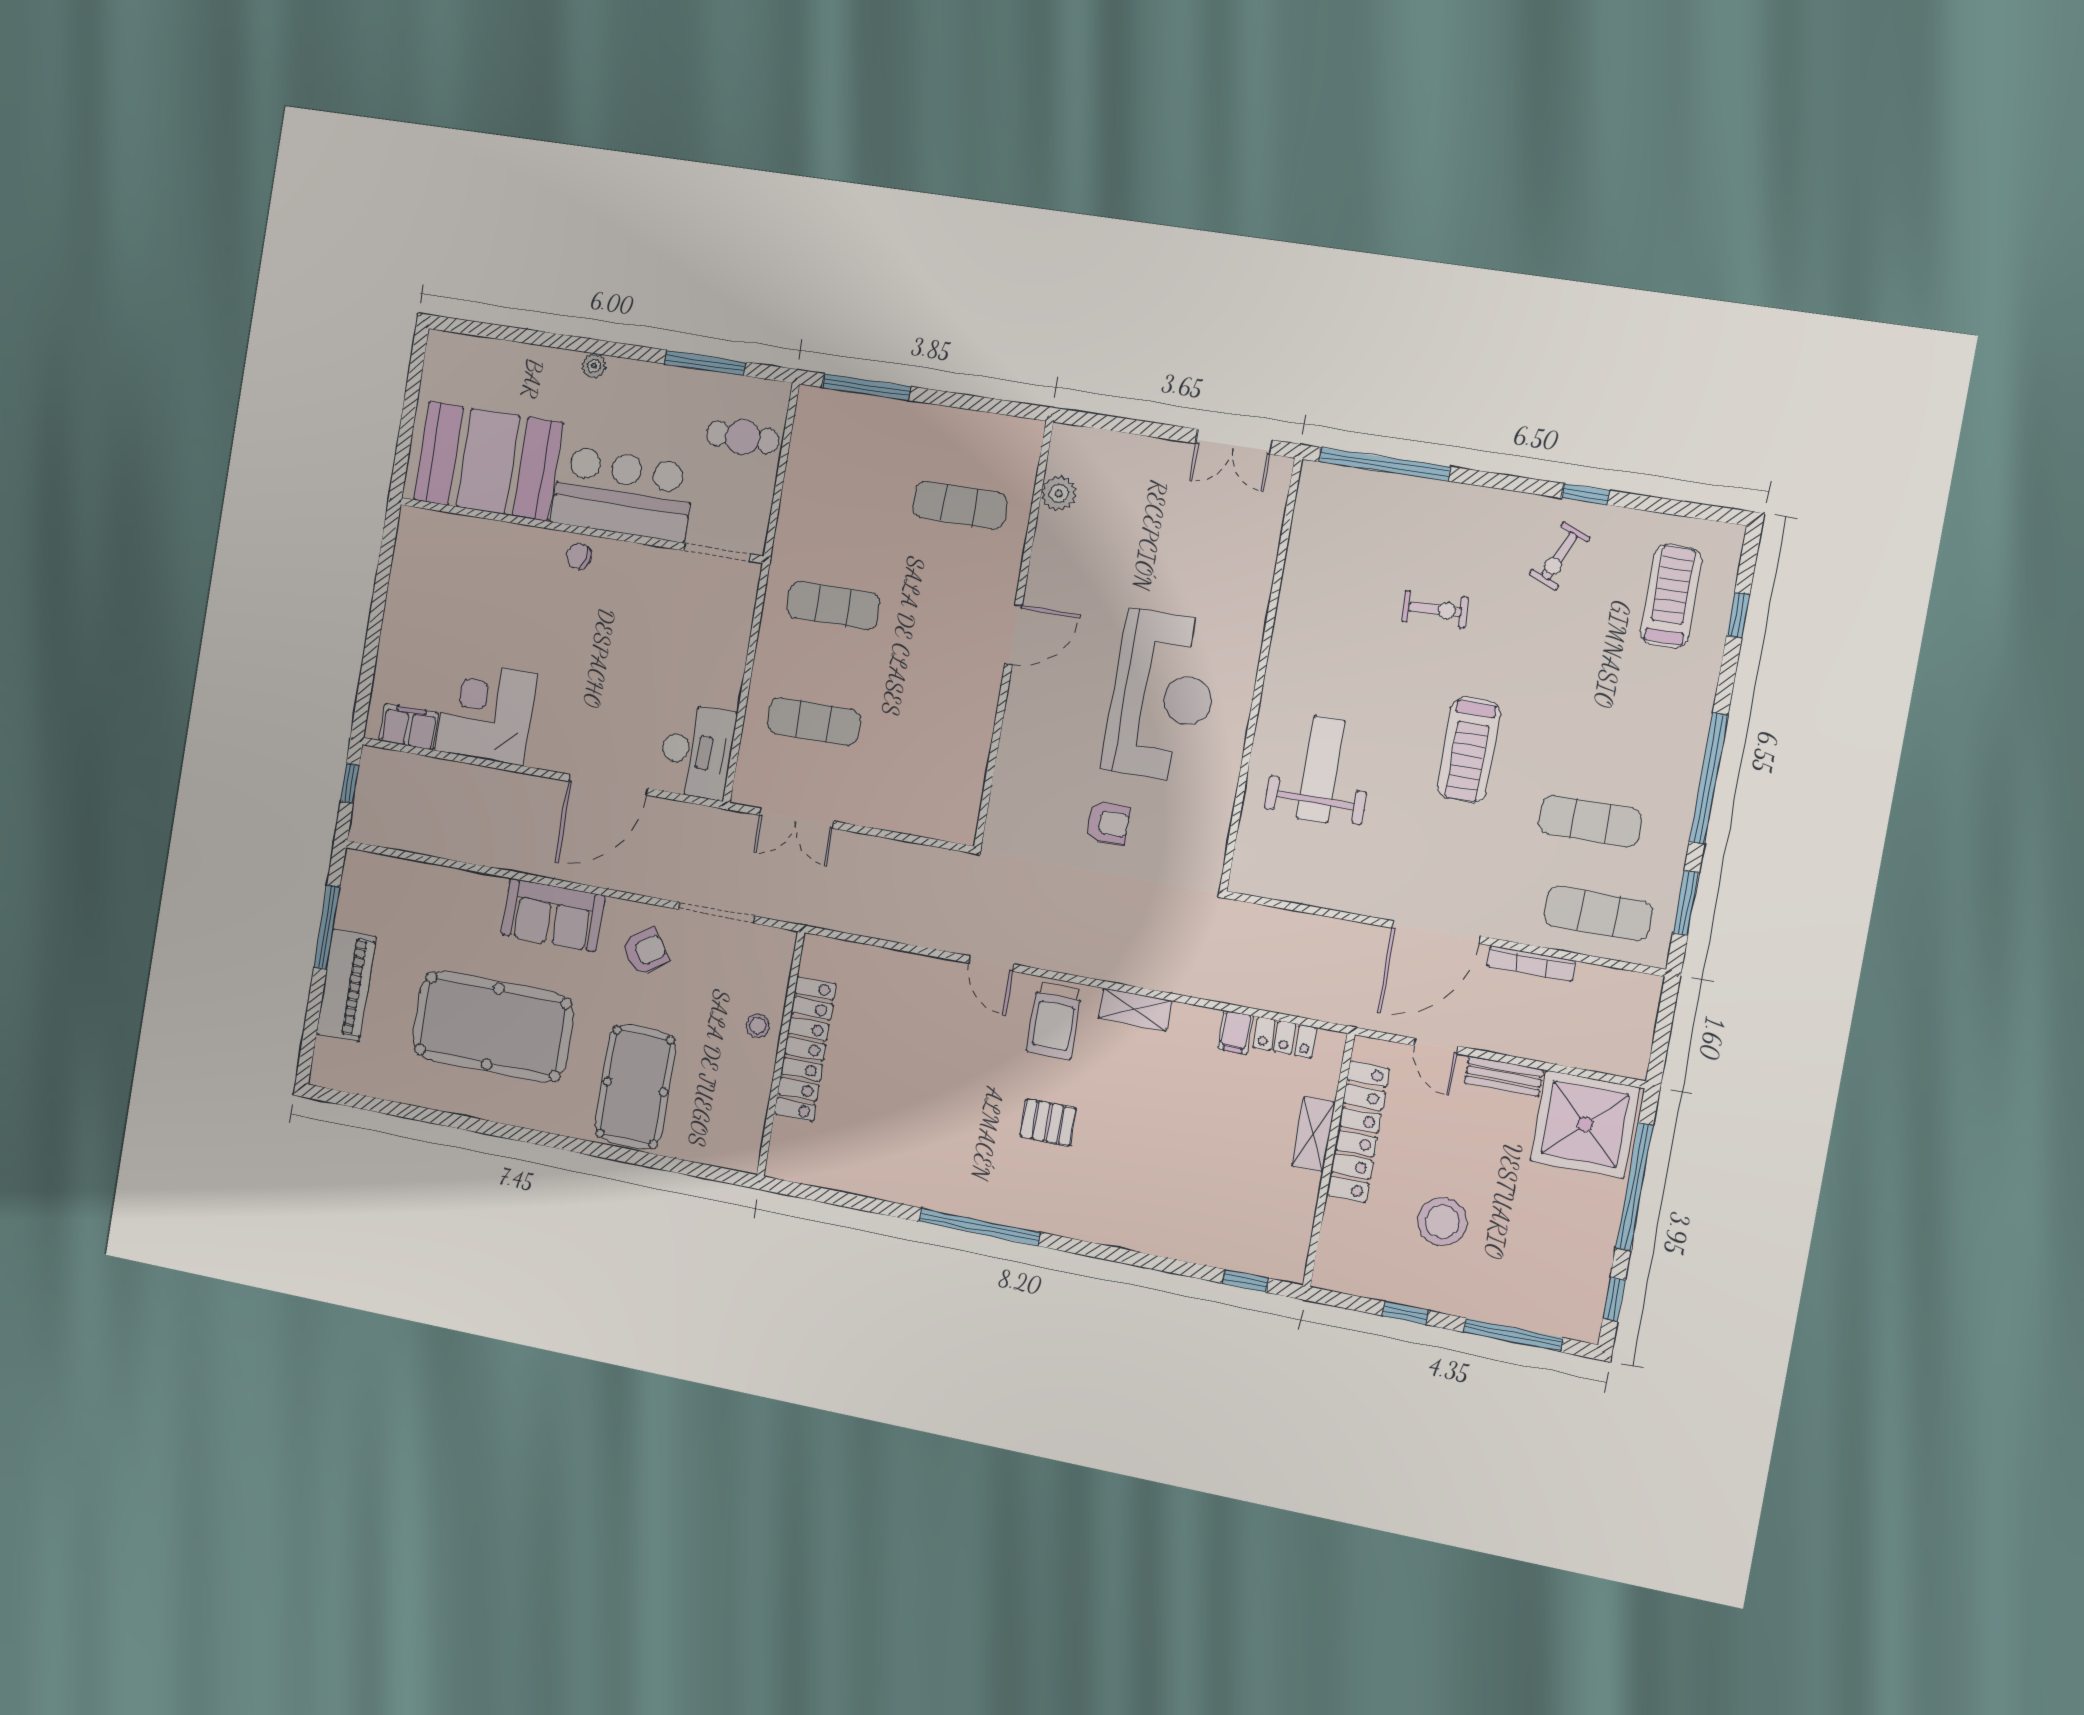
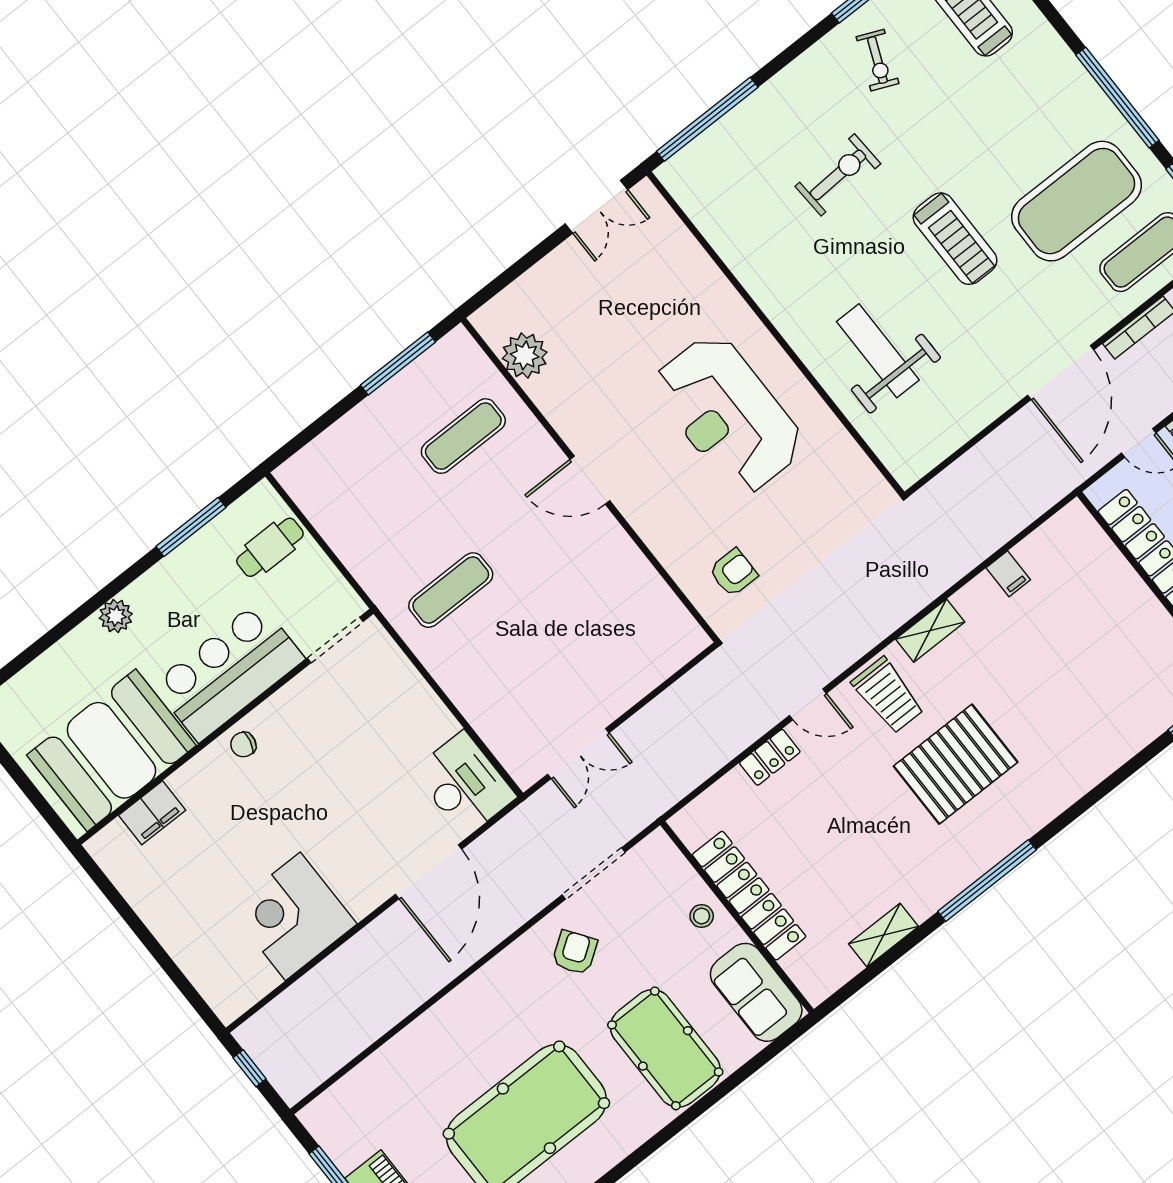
plant: (594, 366) -> (116, 616), width x1.38, depth x1.38
window: (866, 387) -> (398, 363), moved
plant: (1059, 493) -> (525, 355), width x1.36, depth x1.36
exercise bike: (1435, 609) -> (838, 175), width x1.38, depth x1.39
door: (1014, 635) -> (590, 480), swing flipped
reception desk: (1162, 696) -> (728, 414), turned 180
exercise mat: (814, 722) -> (521, 679), removed
filing cabinet: (409, 727) -> (152, 813), moved, turned 180
exercise mat: (1590, 821) -> (1076, 201), width x2.00, depth x1.45
armchair: (1108, 823) -> (733, 573), moved
sofa: (553, 915) -> (756, 992), moved, turned 90
locker: (1285, 1038) -> (770, 757), moved
pallet: (1048, 1122) -> (956, 764), width x2.05, depth x2.00
shelving: (1313, 1134) -> (884, 935), moved, turned 90

